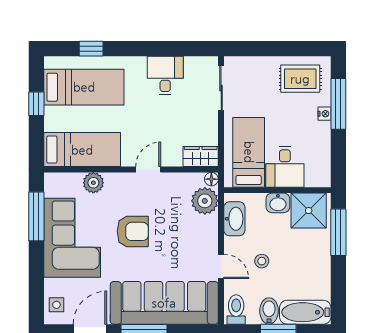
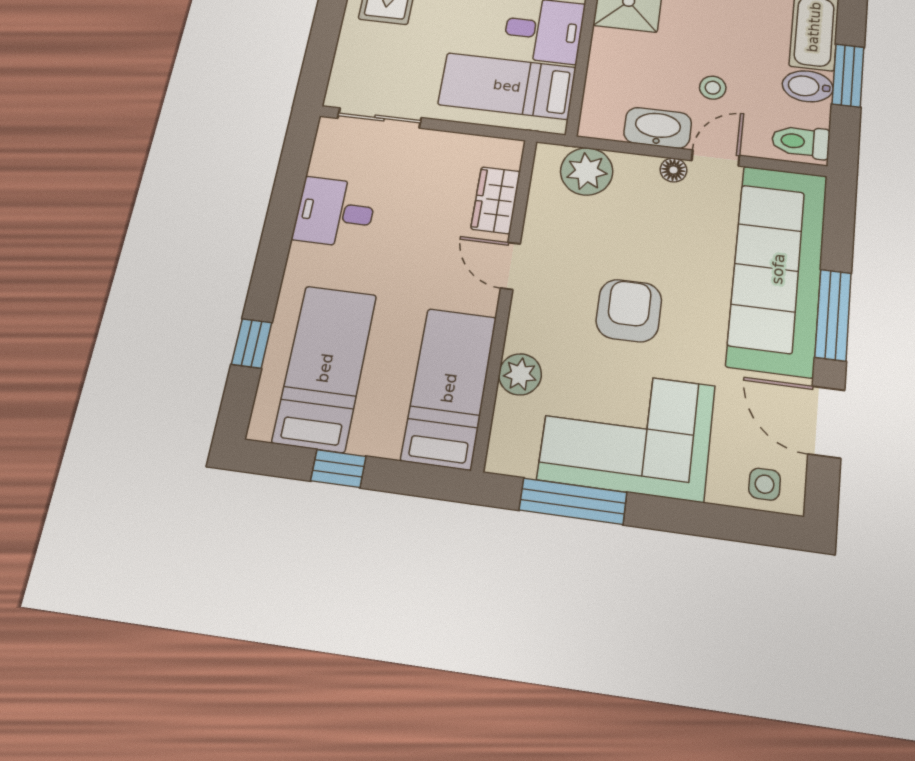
wardrobe: (201, 157) -> (496, 200), moved
floor lamp: (211, 179) -> (673, 170), moved
washbasin: (278, 203) -> (608, 49), removed
washbasin: (234, 219) -> (658, 128), moved

